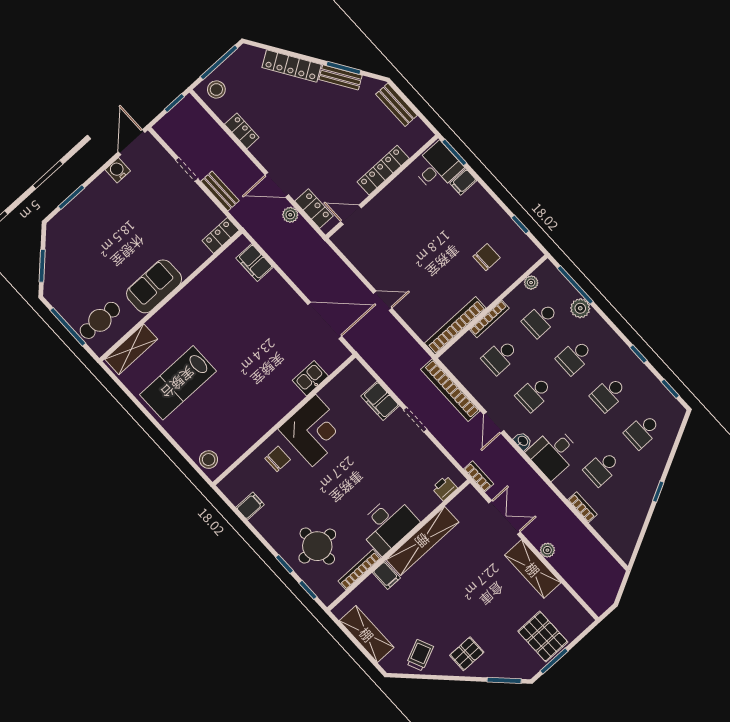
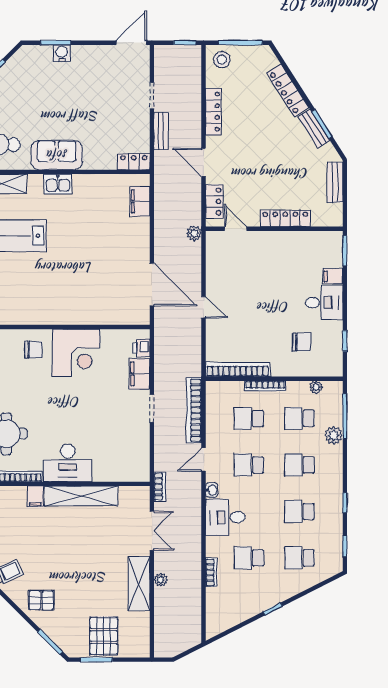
locker: (242, 131) -> (213, 112), width x1.53
desk: (437, 167) -> (324, 303), moved
water cooler: (118, 170) -> (62, 53), moved
plant: (290, 215) -> (194, 233), moved
kitchen sink: (310, 378) -> (58, 184), moved, turned 180
printer: (445, 488) -> (142, 348), moved, turned -90

